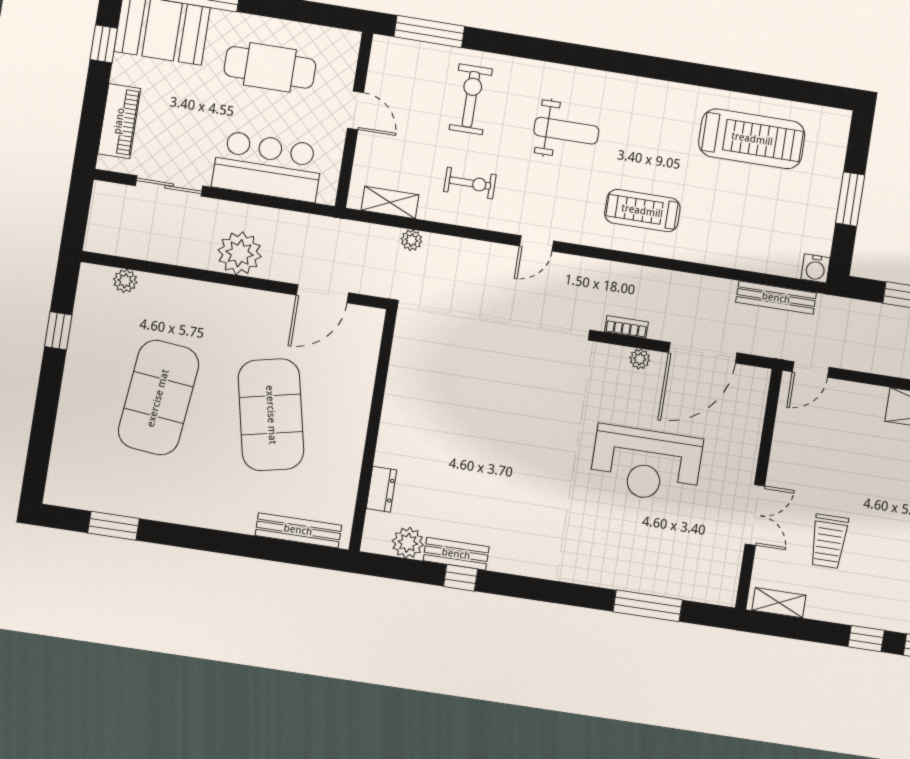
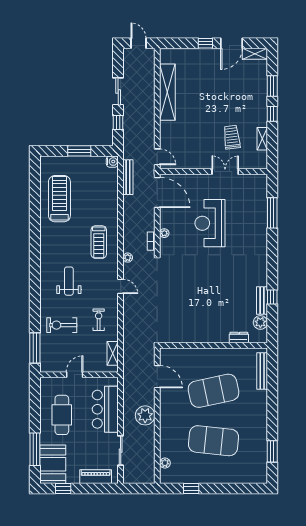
plant: (411, 240) -> (128, 258), moved
door: (703, 353) -> (157, 193), moved
reception desk: (646, 464) -> (210, 223), turned 180
trolley: (829, 541) -> (232, 137), turned -97
shelving: (779, 603) -> (262, 139), moved

